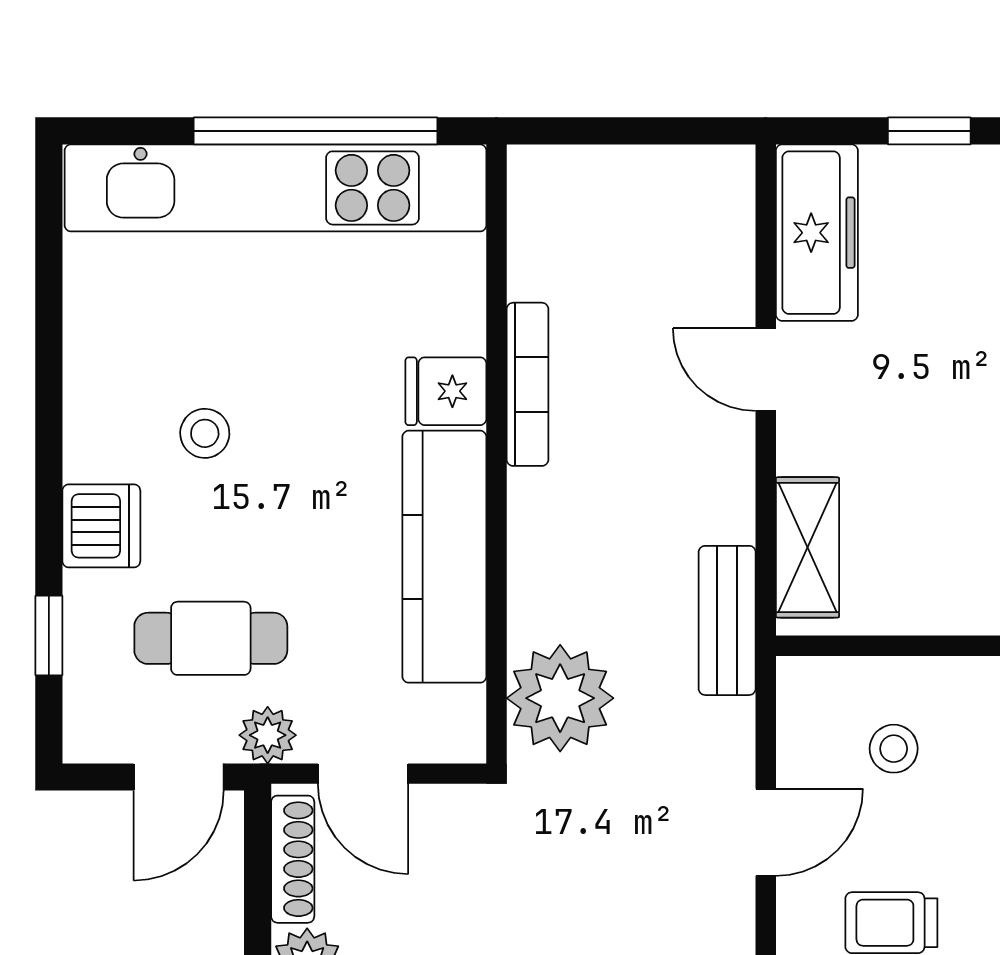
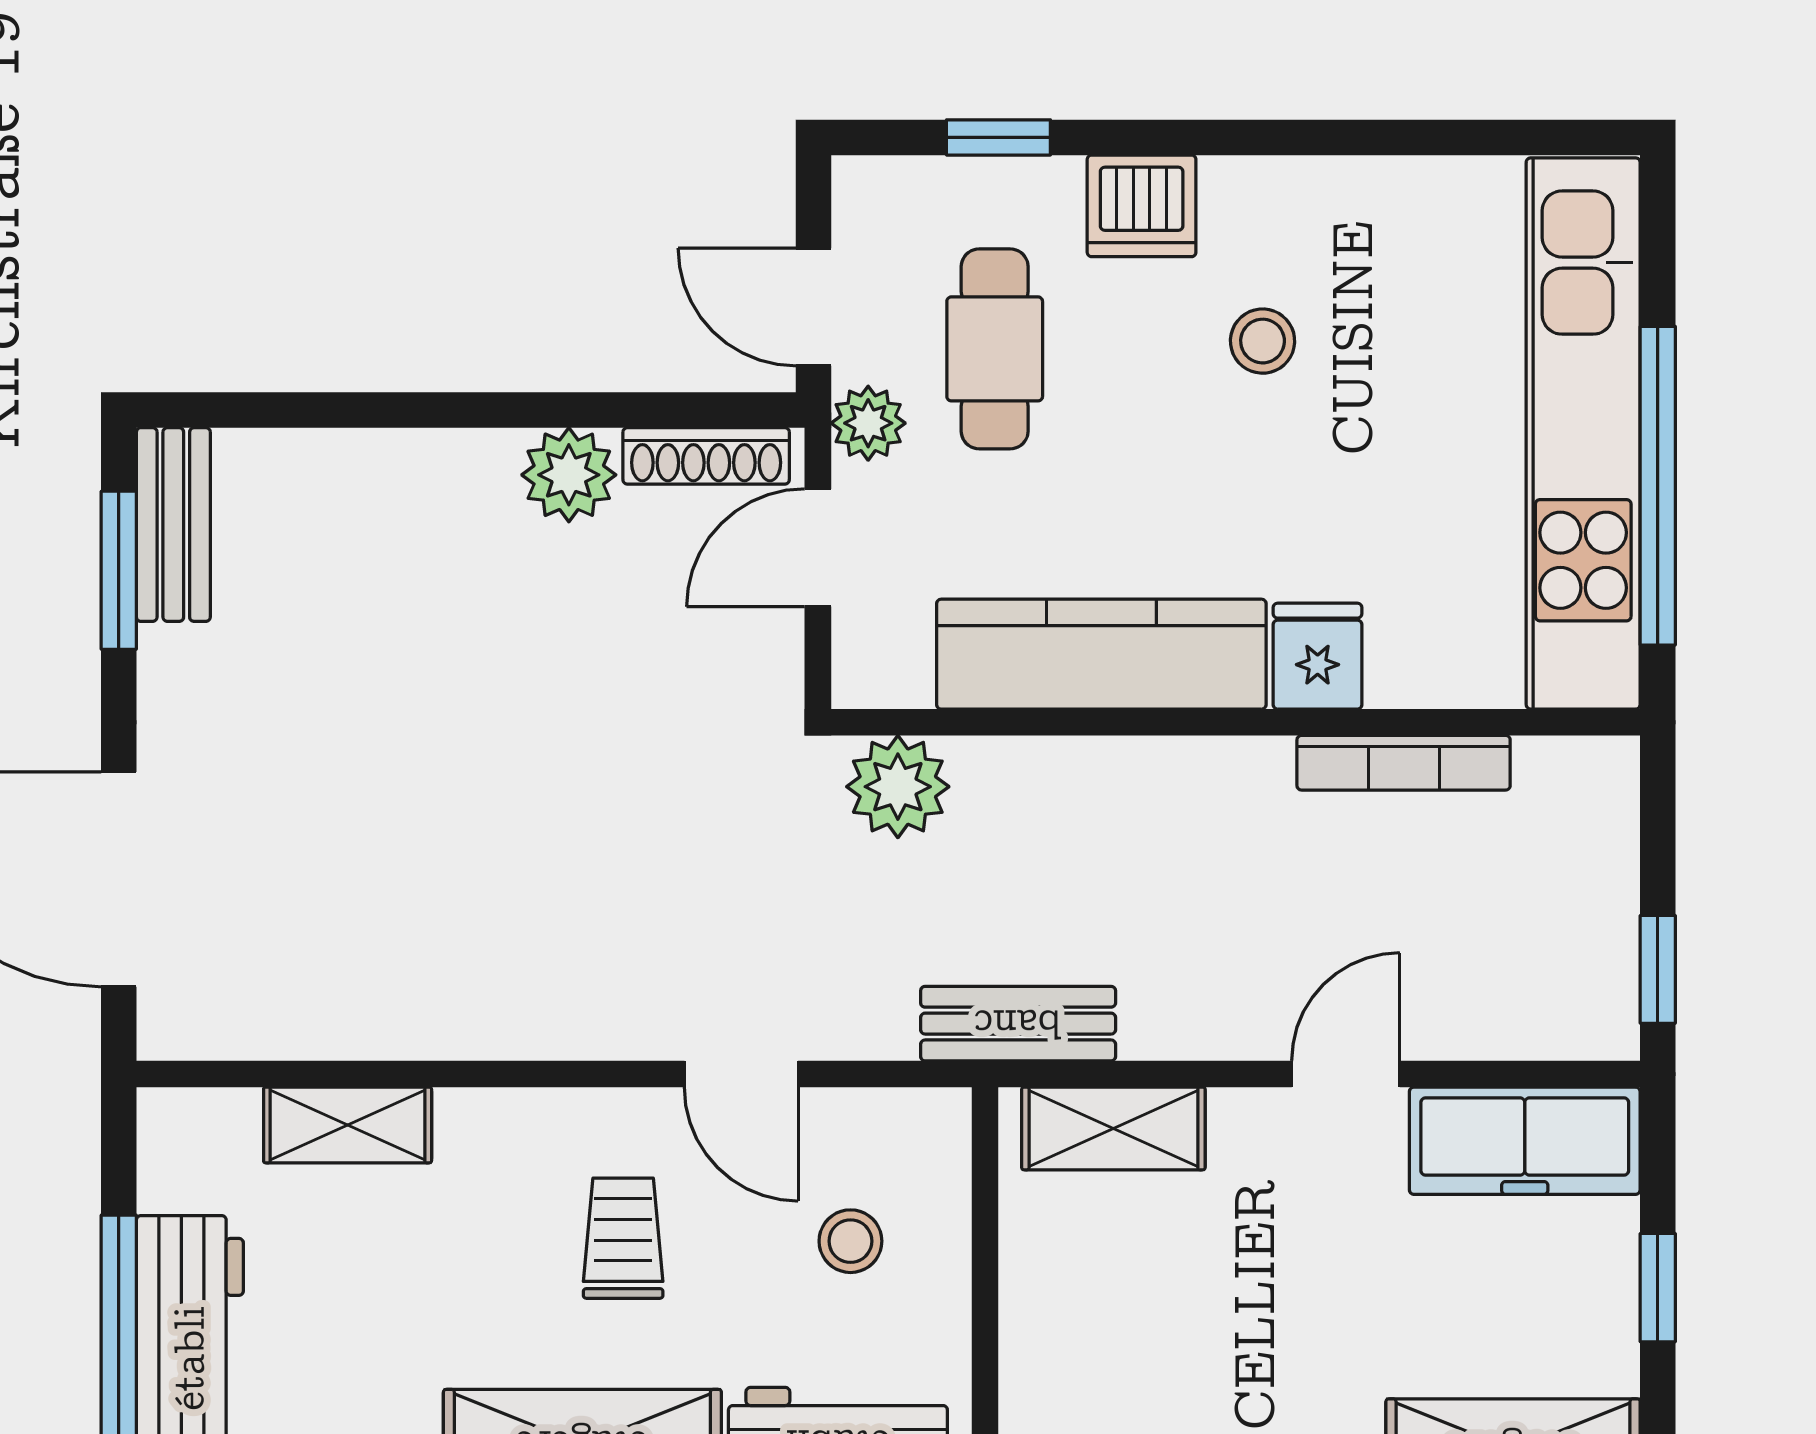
window: (686, 131) -> (1658, 969), added
bookcase: (528, 384) -> (1404, 763), moved
plant: (560, 698) -> (898, 787), width x0.73, depth x0.73

